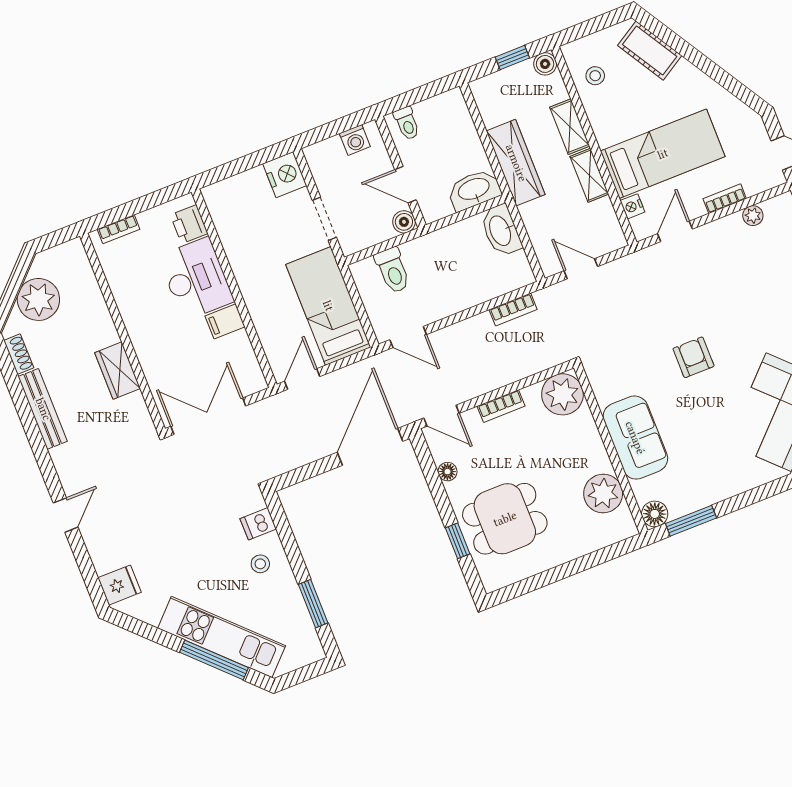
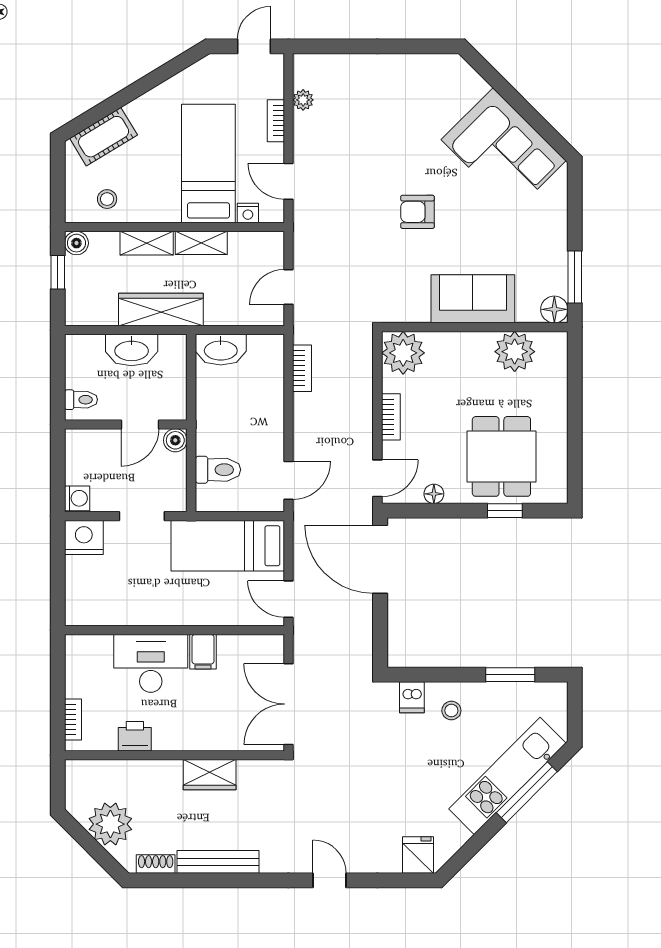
washing machine: (355, 140) -> (77, 498), moved
washbasin: (474, 190) -> (132, 350), moved, turned -90
printer: (189, 224) -> (135, 736), moved, turned 180

